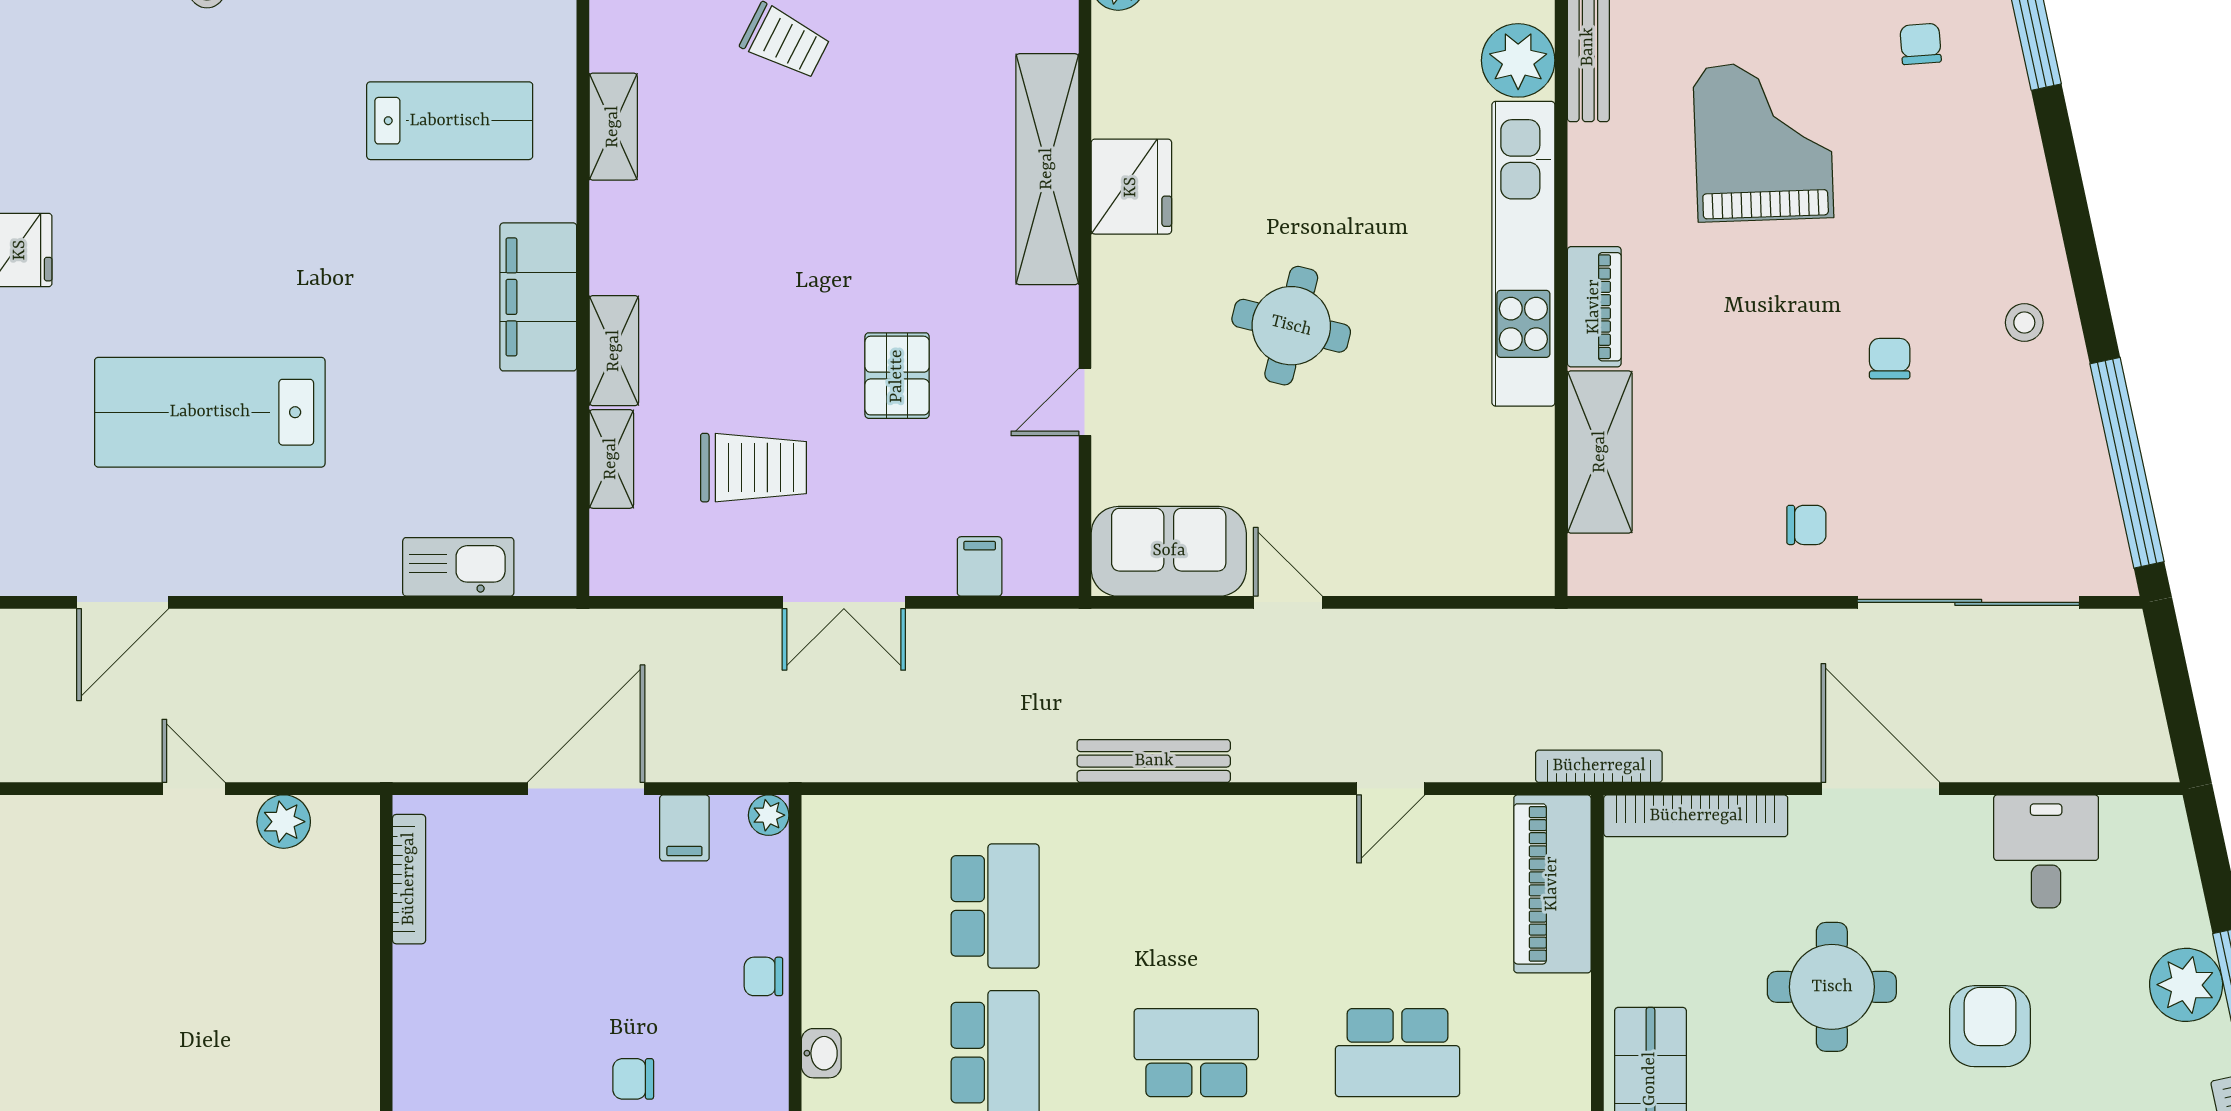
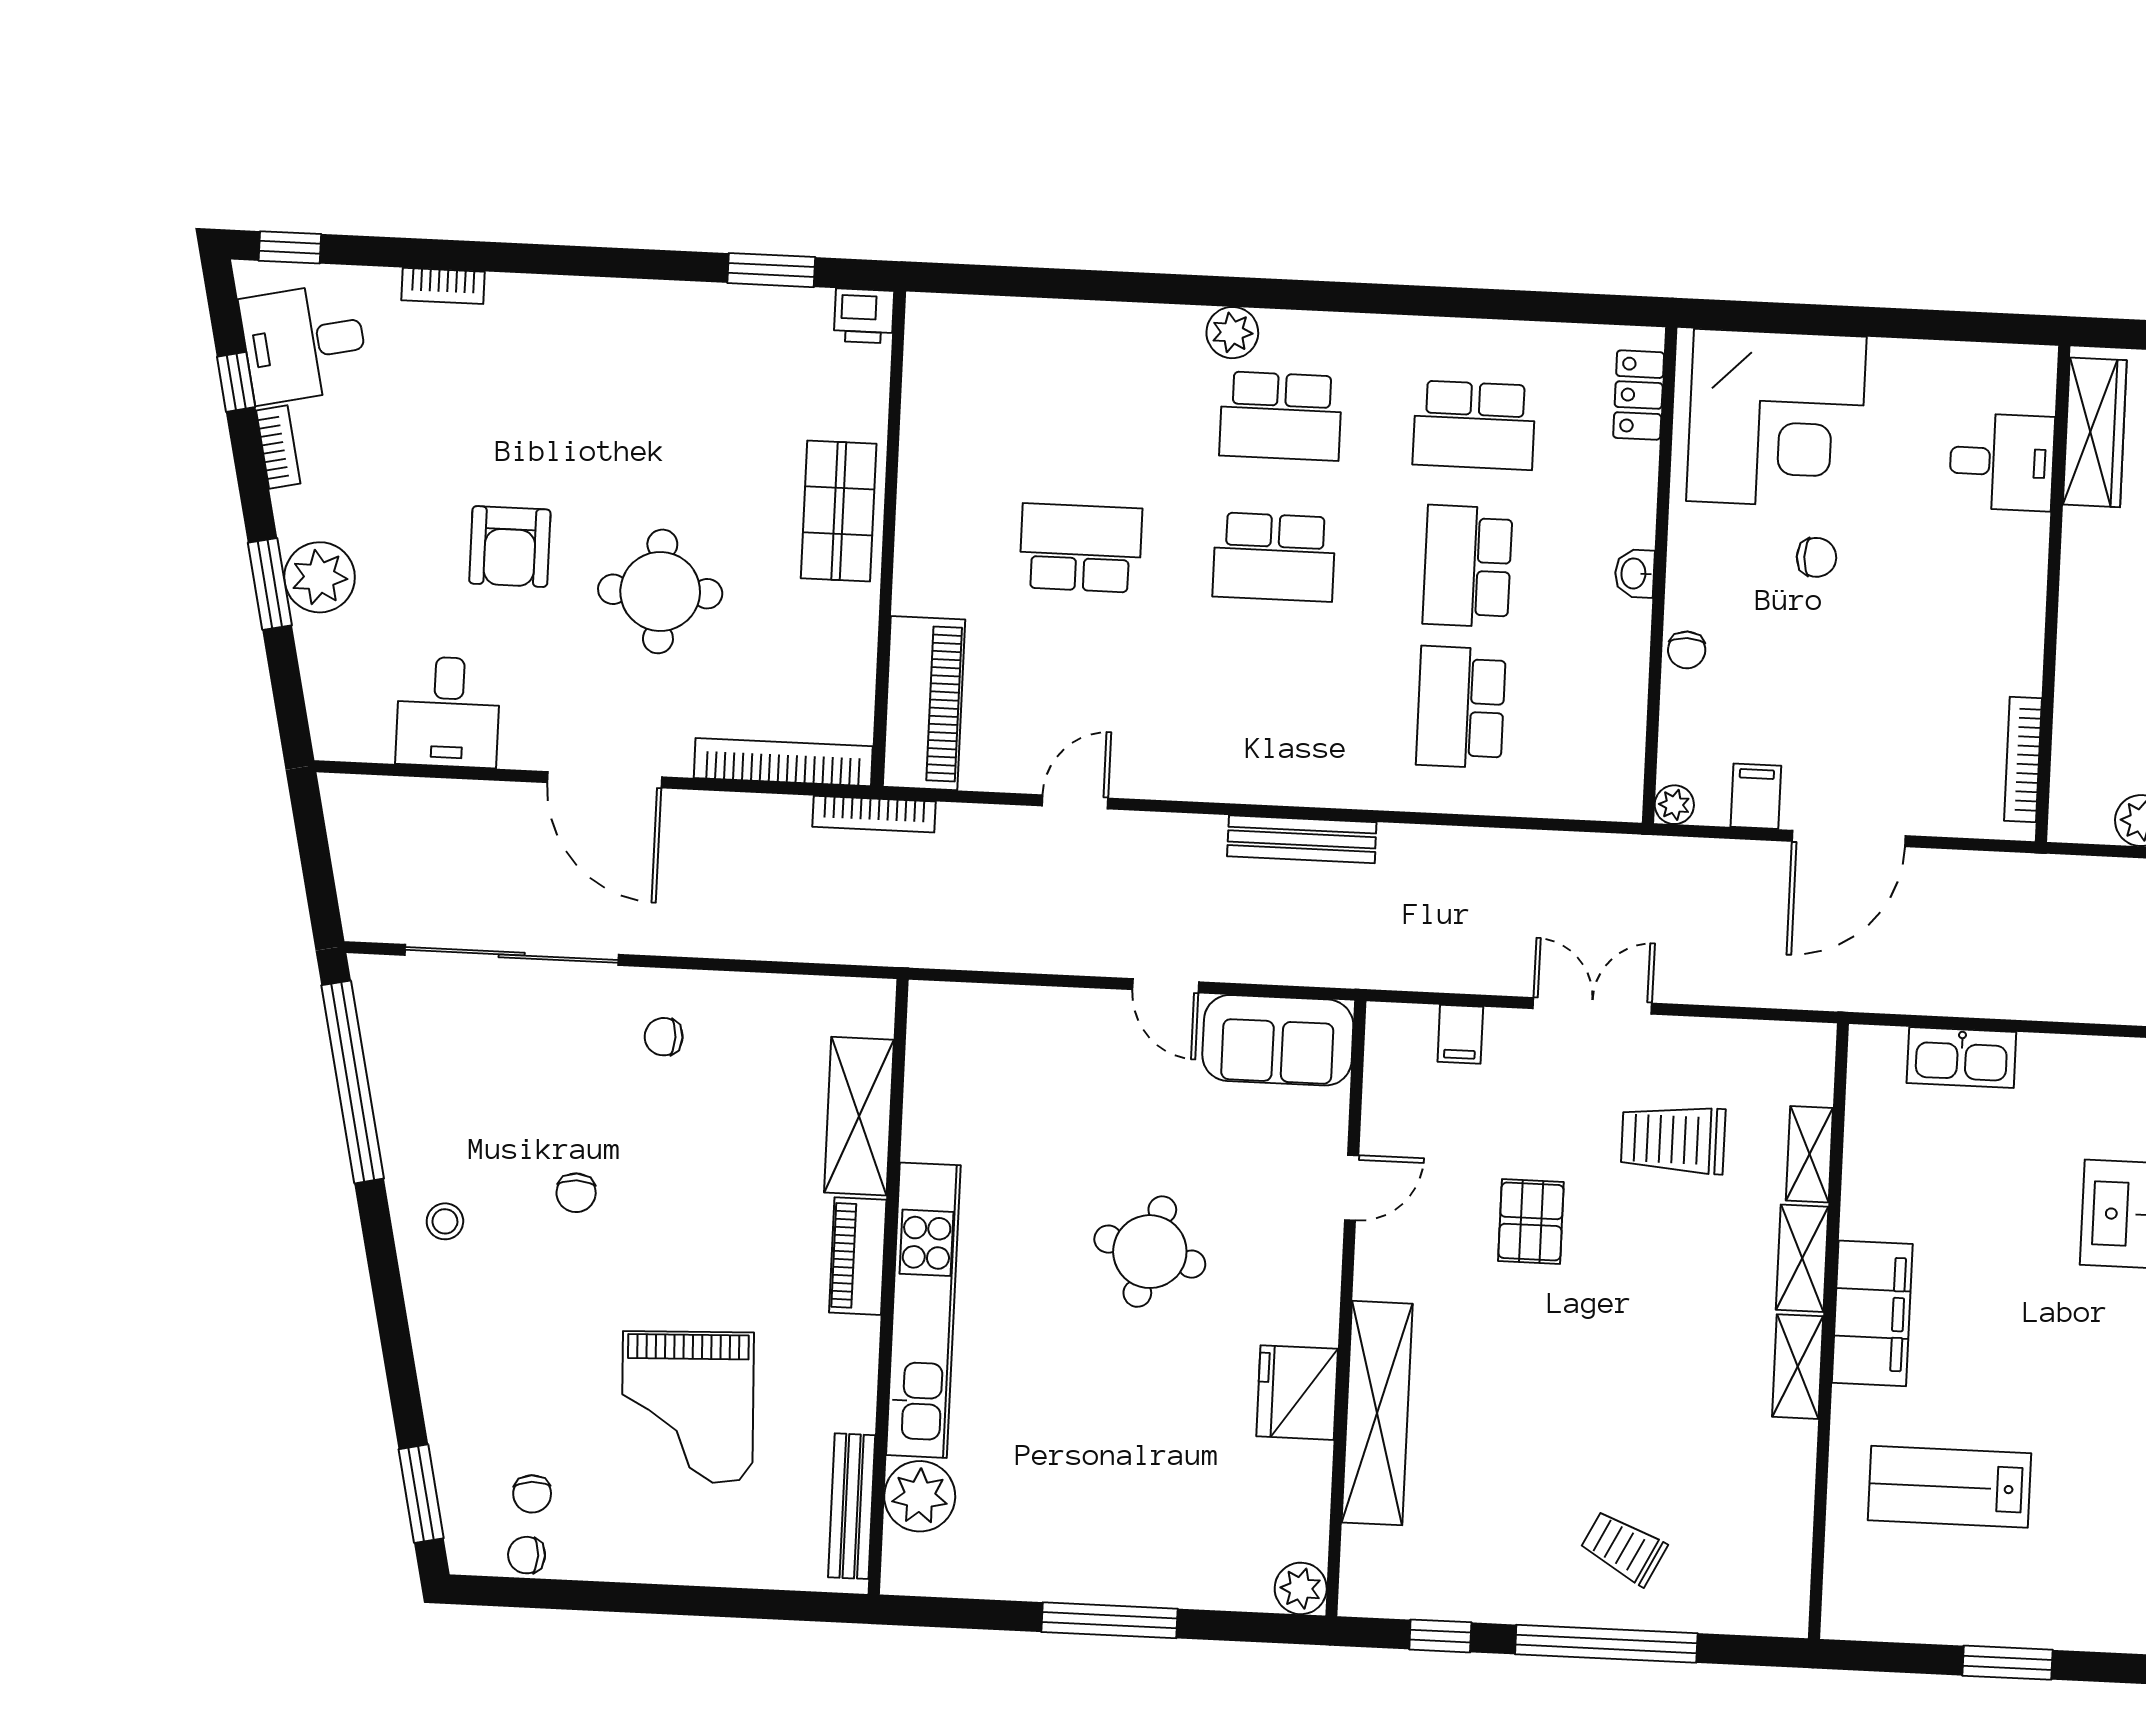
shelving: (613, 127) -> (1798, 1367), moved
chair: (763, 976) -> (1687, 650), turned 90

